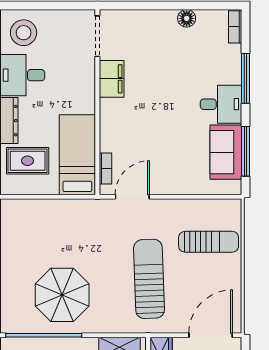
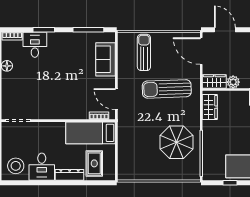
window: (246, 78) -> (44, 30), width x0.69
filing cabinet: (112, 79) -> (44, 112), removed
desk: (221, 104) -> (35, 45), moved
sofa: (226, 152) -> (105, 59), moved, turned 90

